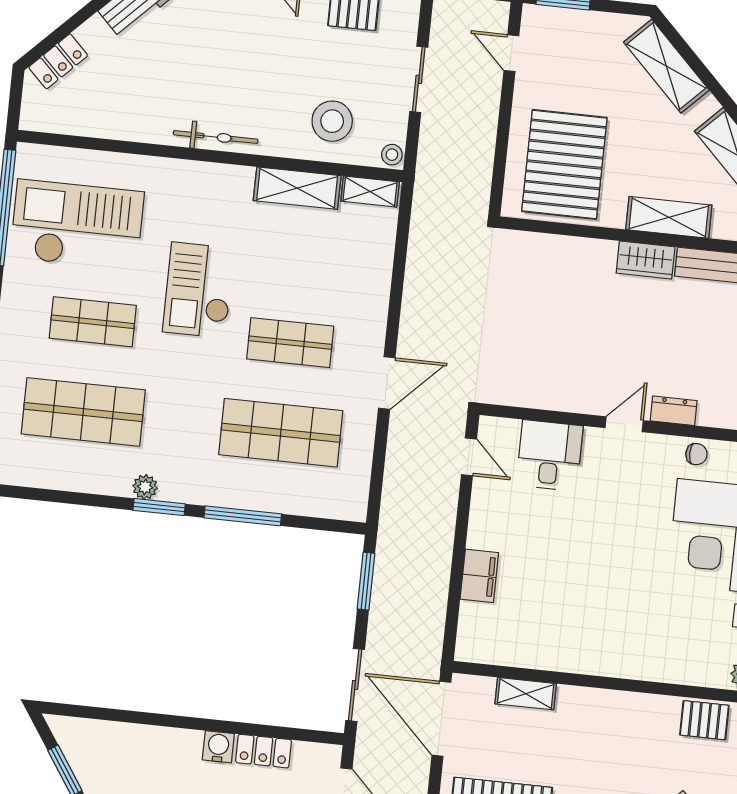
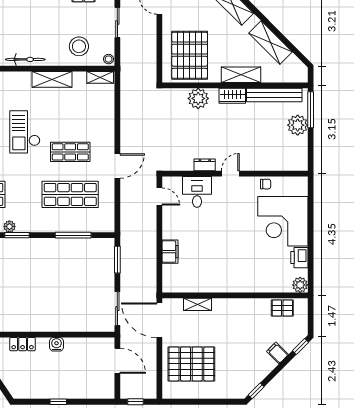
shelving: (297, 188) -> (52, 79), moved
plant: (573, 258) -> (198, 98), added
dresser: (674, 411) -> (205, 165), moved
window: (243, 516) -> (73, 235), moved
locker: (264, 751) -> (23, 344), moved

